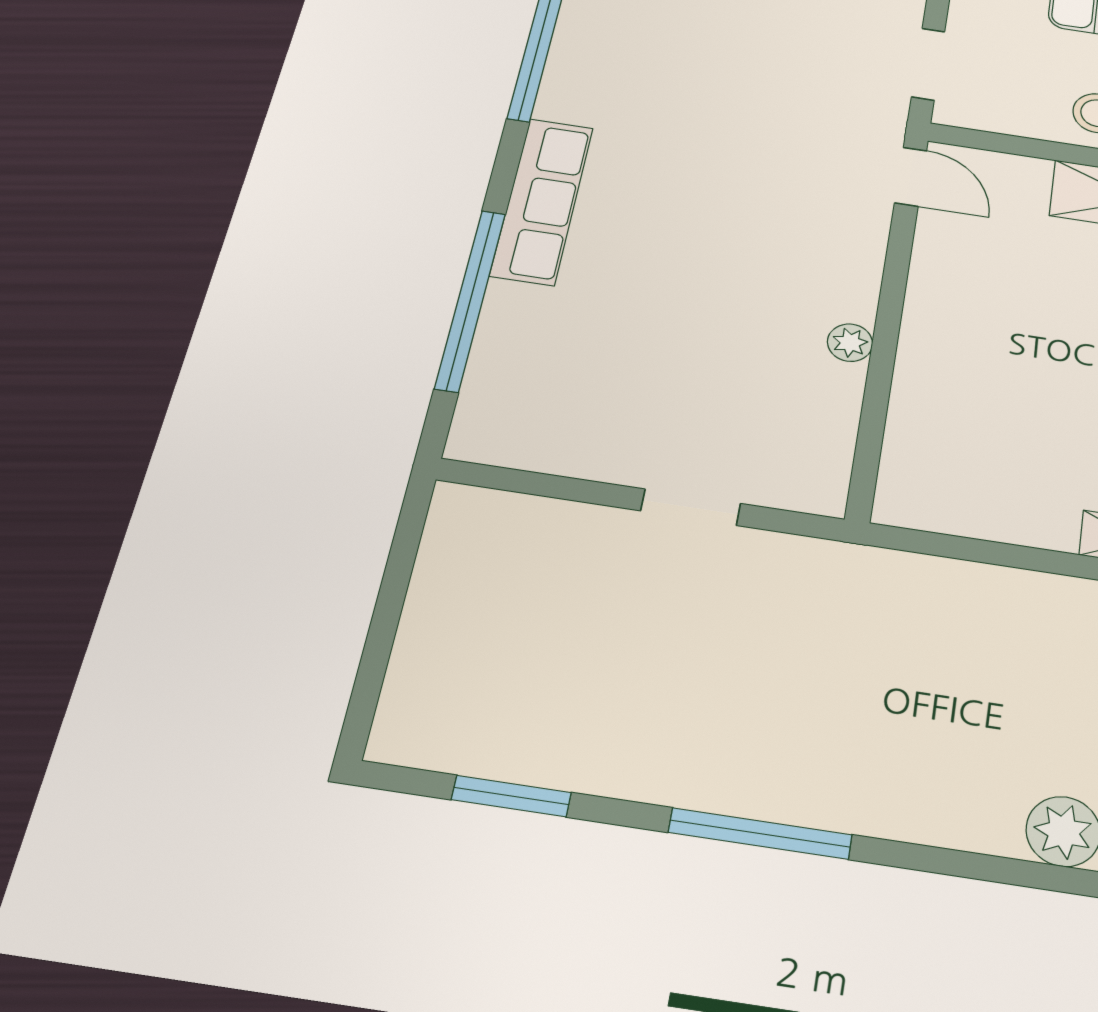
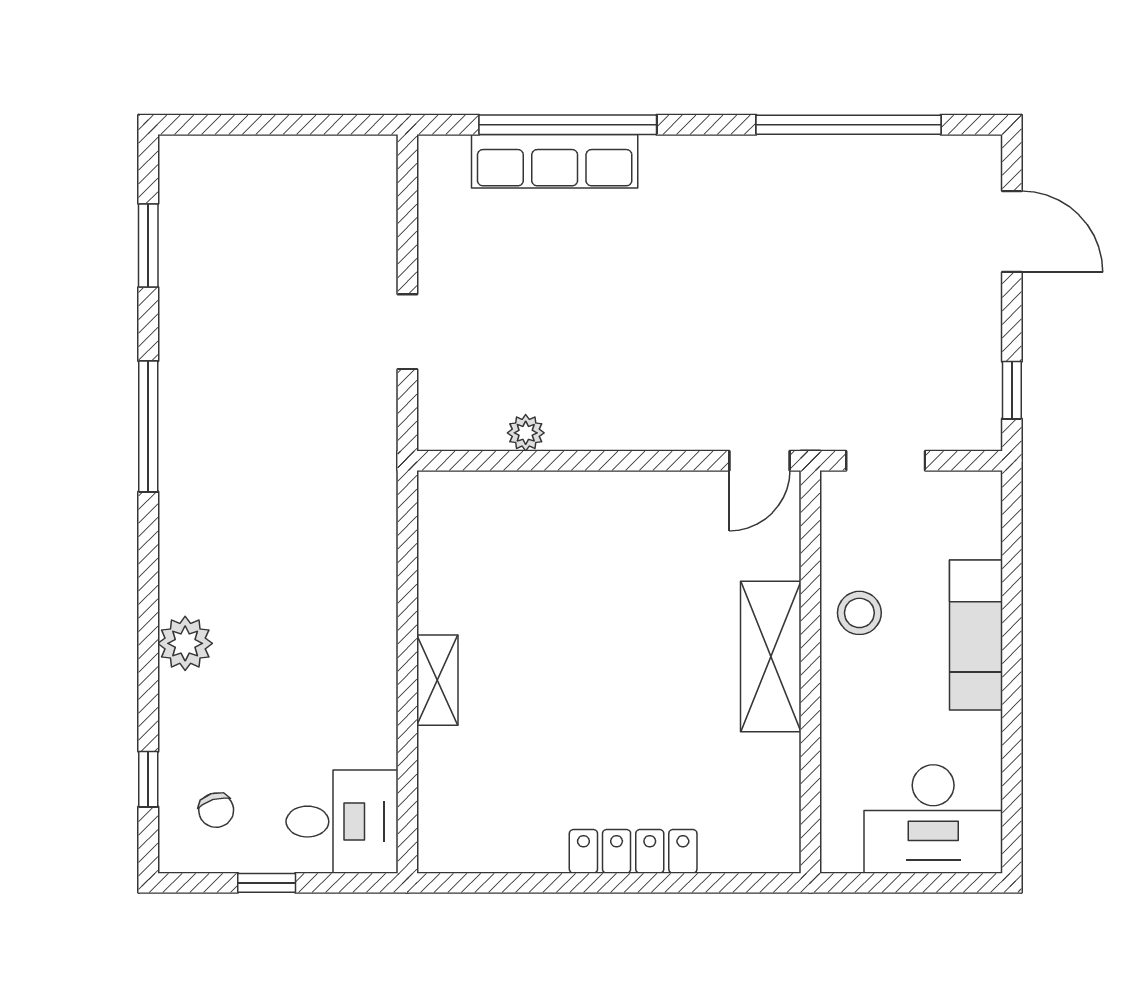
row of seats: (542, 201) -> (555, 161), moved
plant: (850, 343) -> (526, 433), moved

